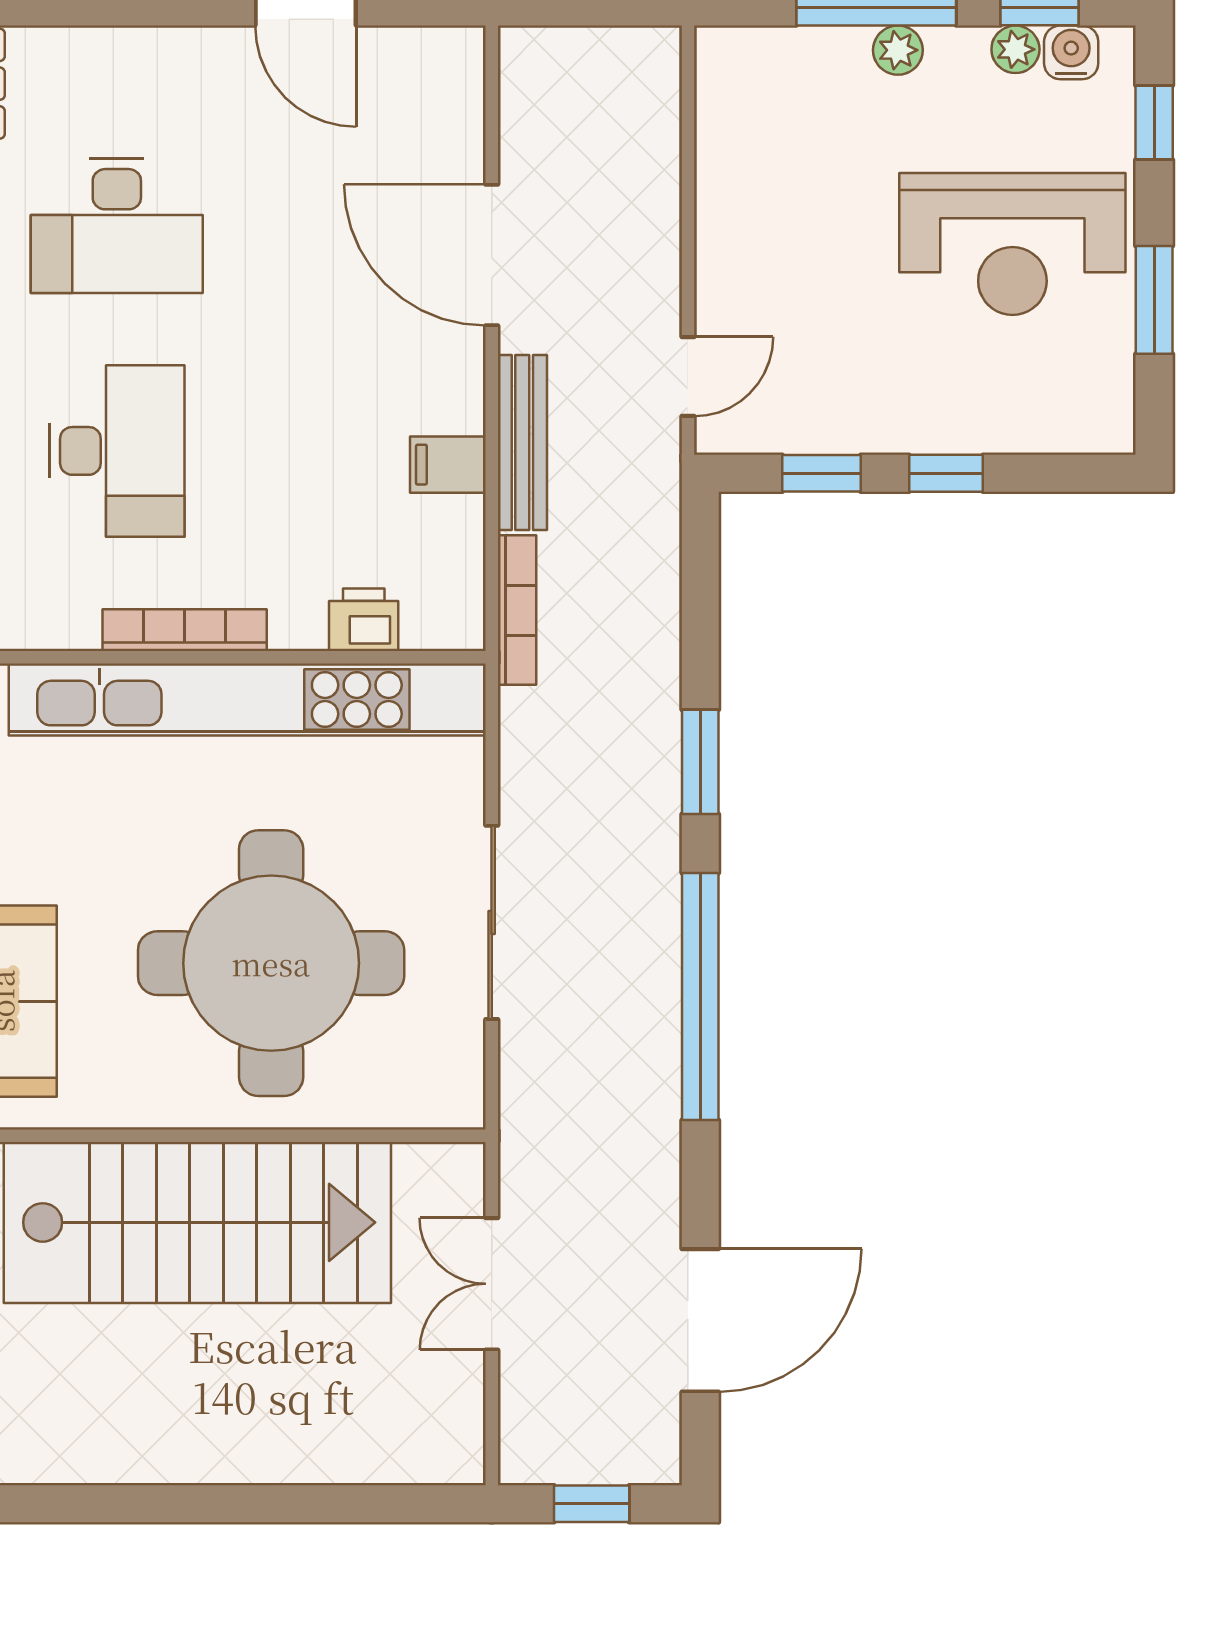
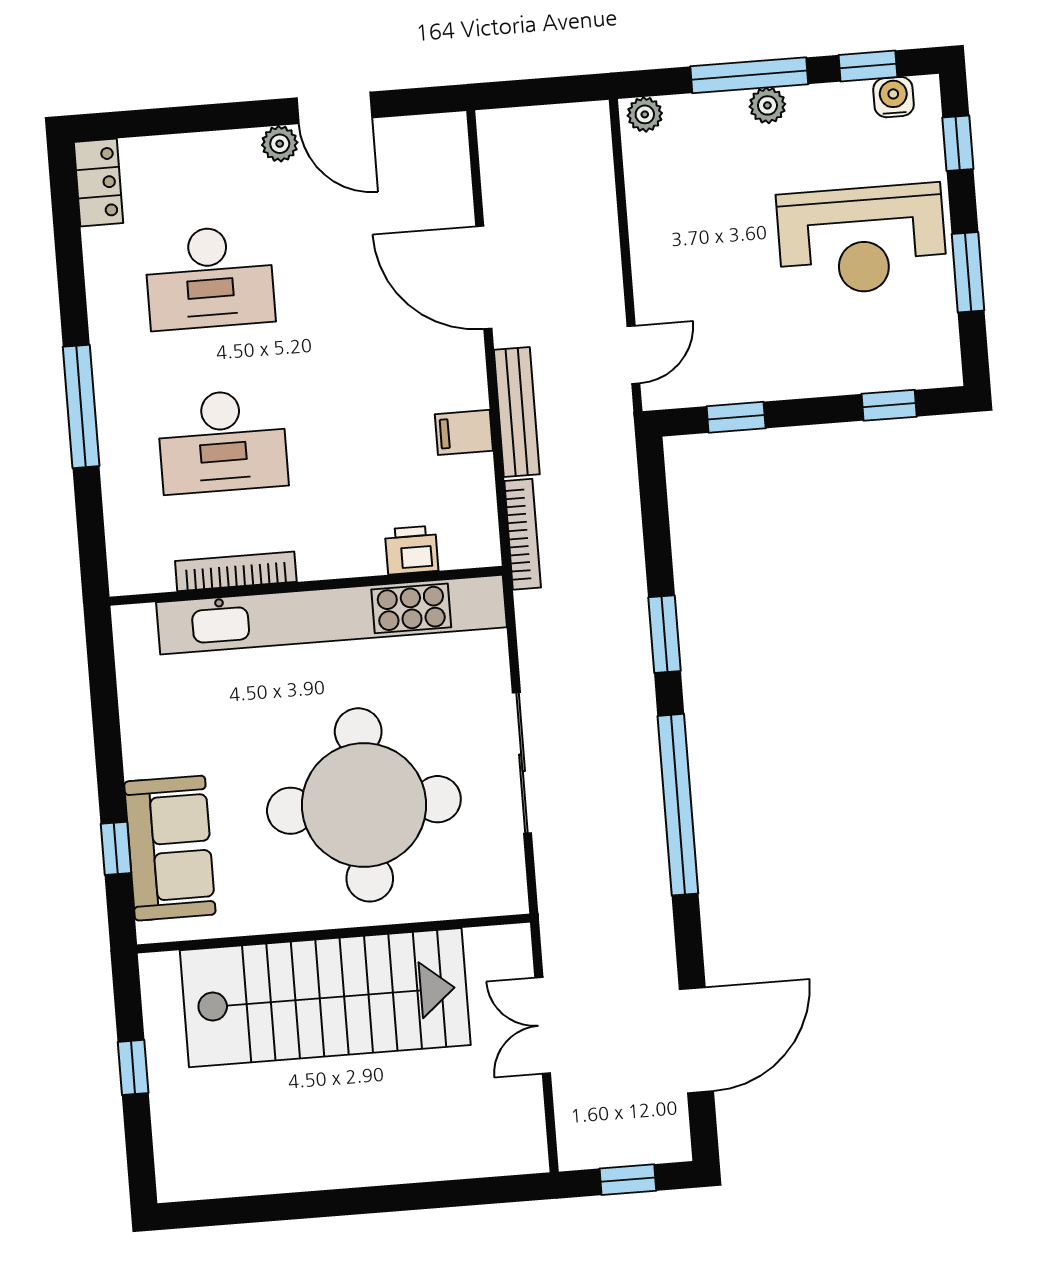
plant: (1015, 49) -> (645, 114), moved
plant: (227, 50) -> (280, 144), added
desk: (117, 451) -> (222, 441), turned 90
window: (946, 473) -> (889, 405), moved
bookcase: (185, 630) -> (236, 571), moved

